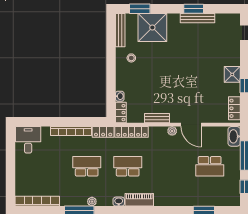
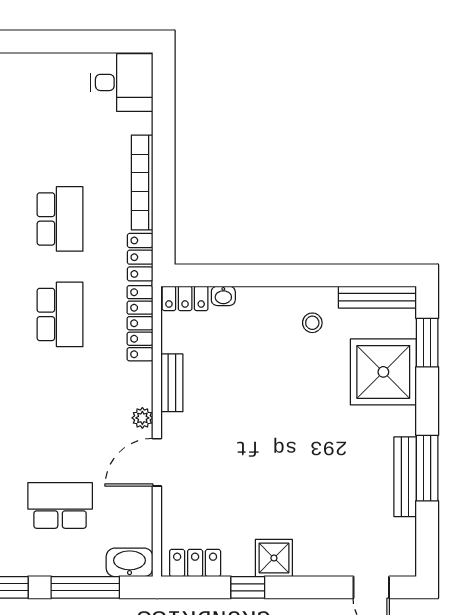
window: (194, 9) -> (427, 468), width x1.44
school desk: (210, 166) -> (60, 505), turned 90

